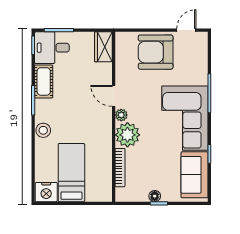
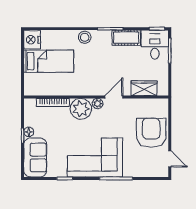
wardrobe: (103, 47) -> (144, 88), moved
sofa: (195, 175) -> (35, 158), moved, turned 90

